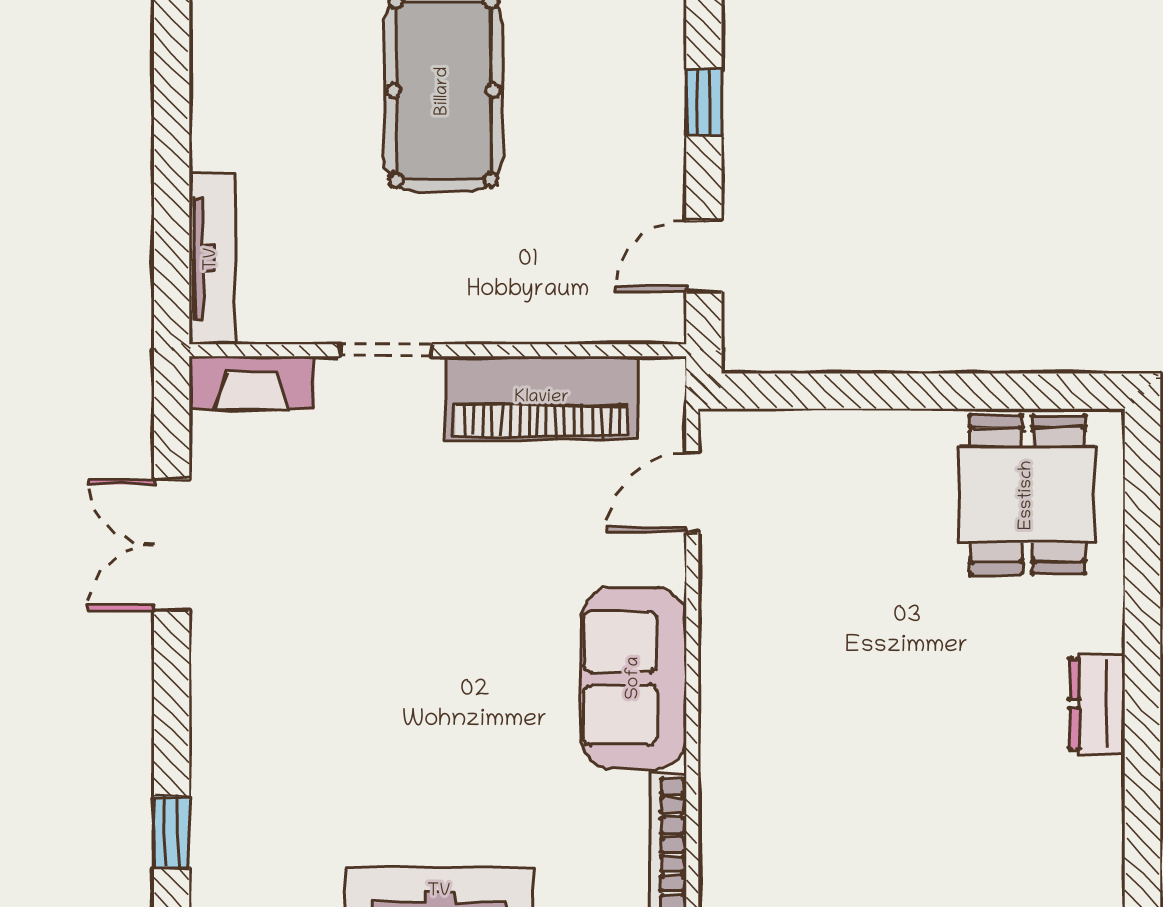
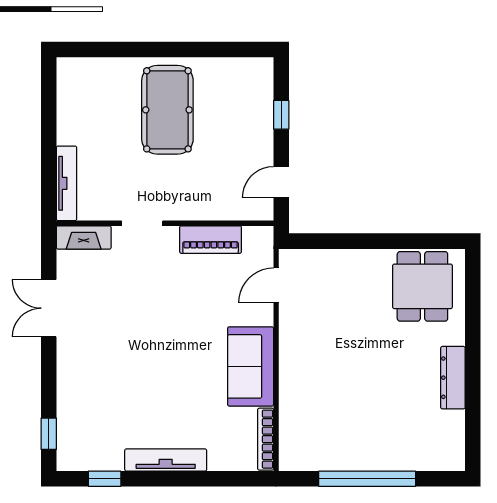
piano: (542, 398) -> (211, 240), width x0.73, depth x0.75
dresser: (1097, 704) -> (453, 378), width x1.44

